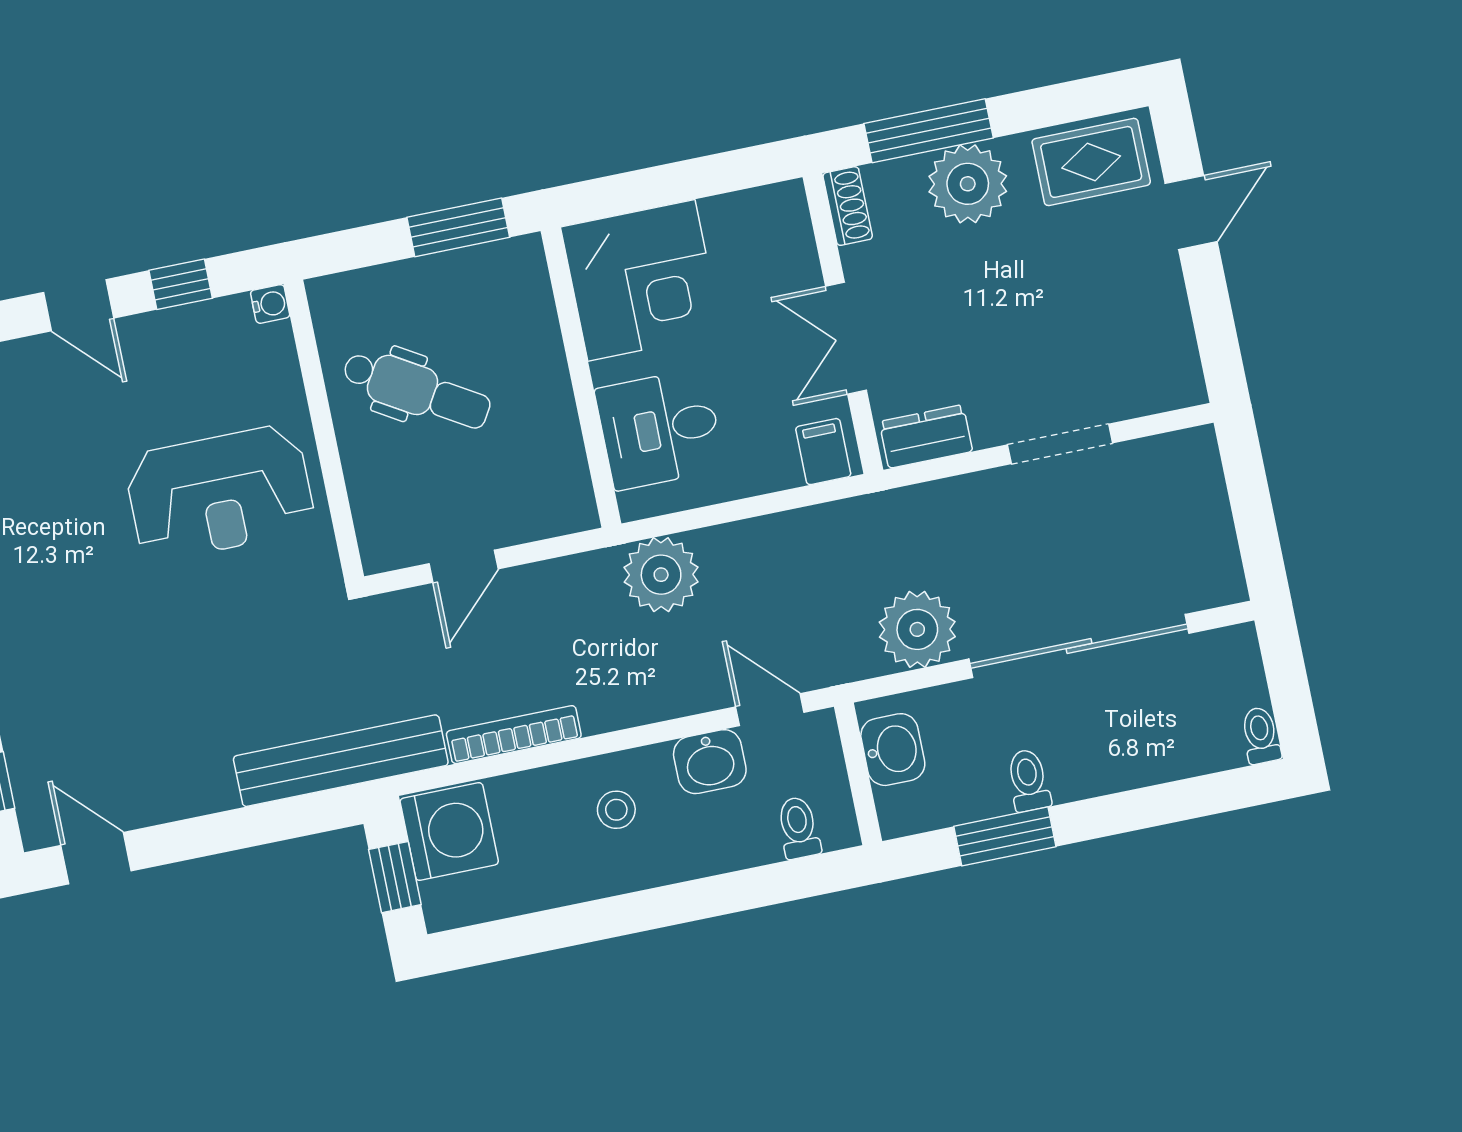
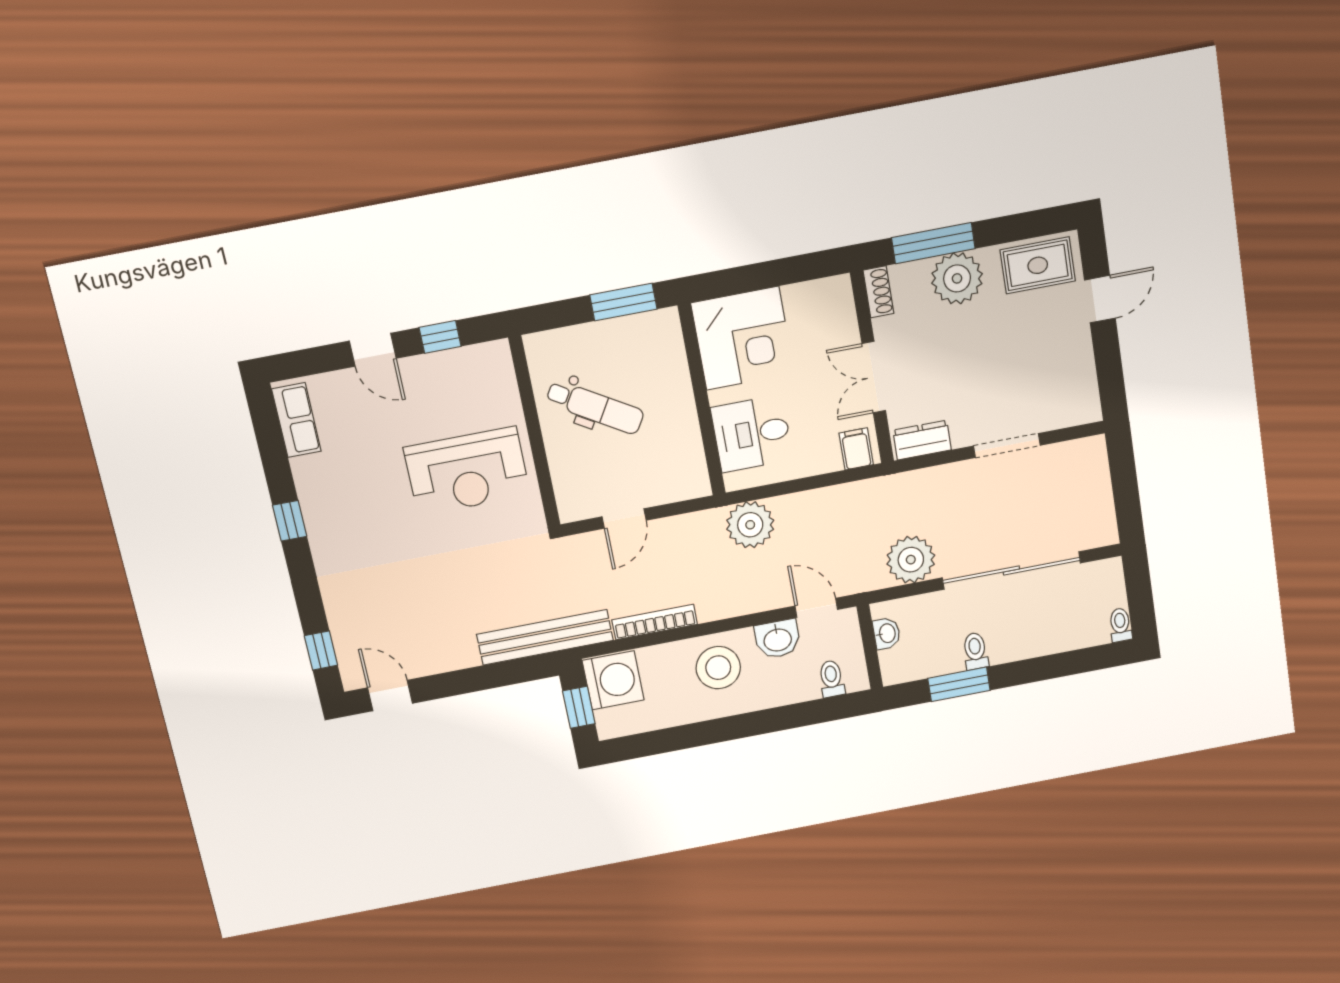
water cooler: (270, 304) -> (499, 350), removed
washbasin: (893, 750) -> (887, 633), width x0.72, depth x0.69
stool: (616, 810) -> (718, 668), width x1.89, depth x1.89

